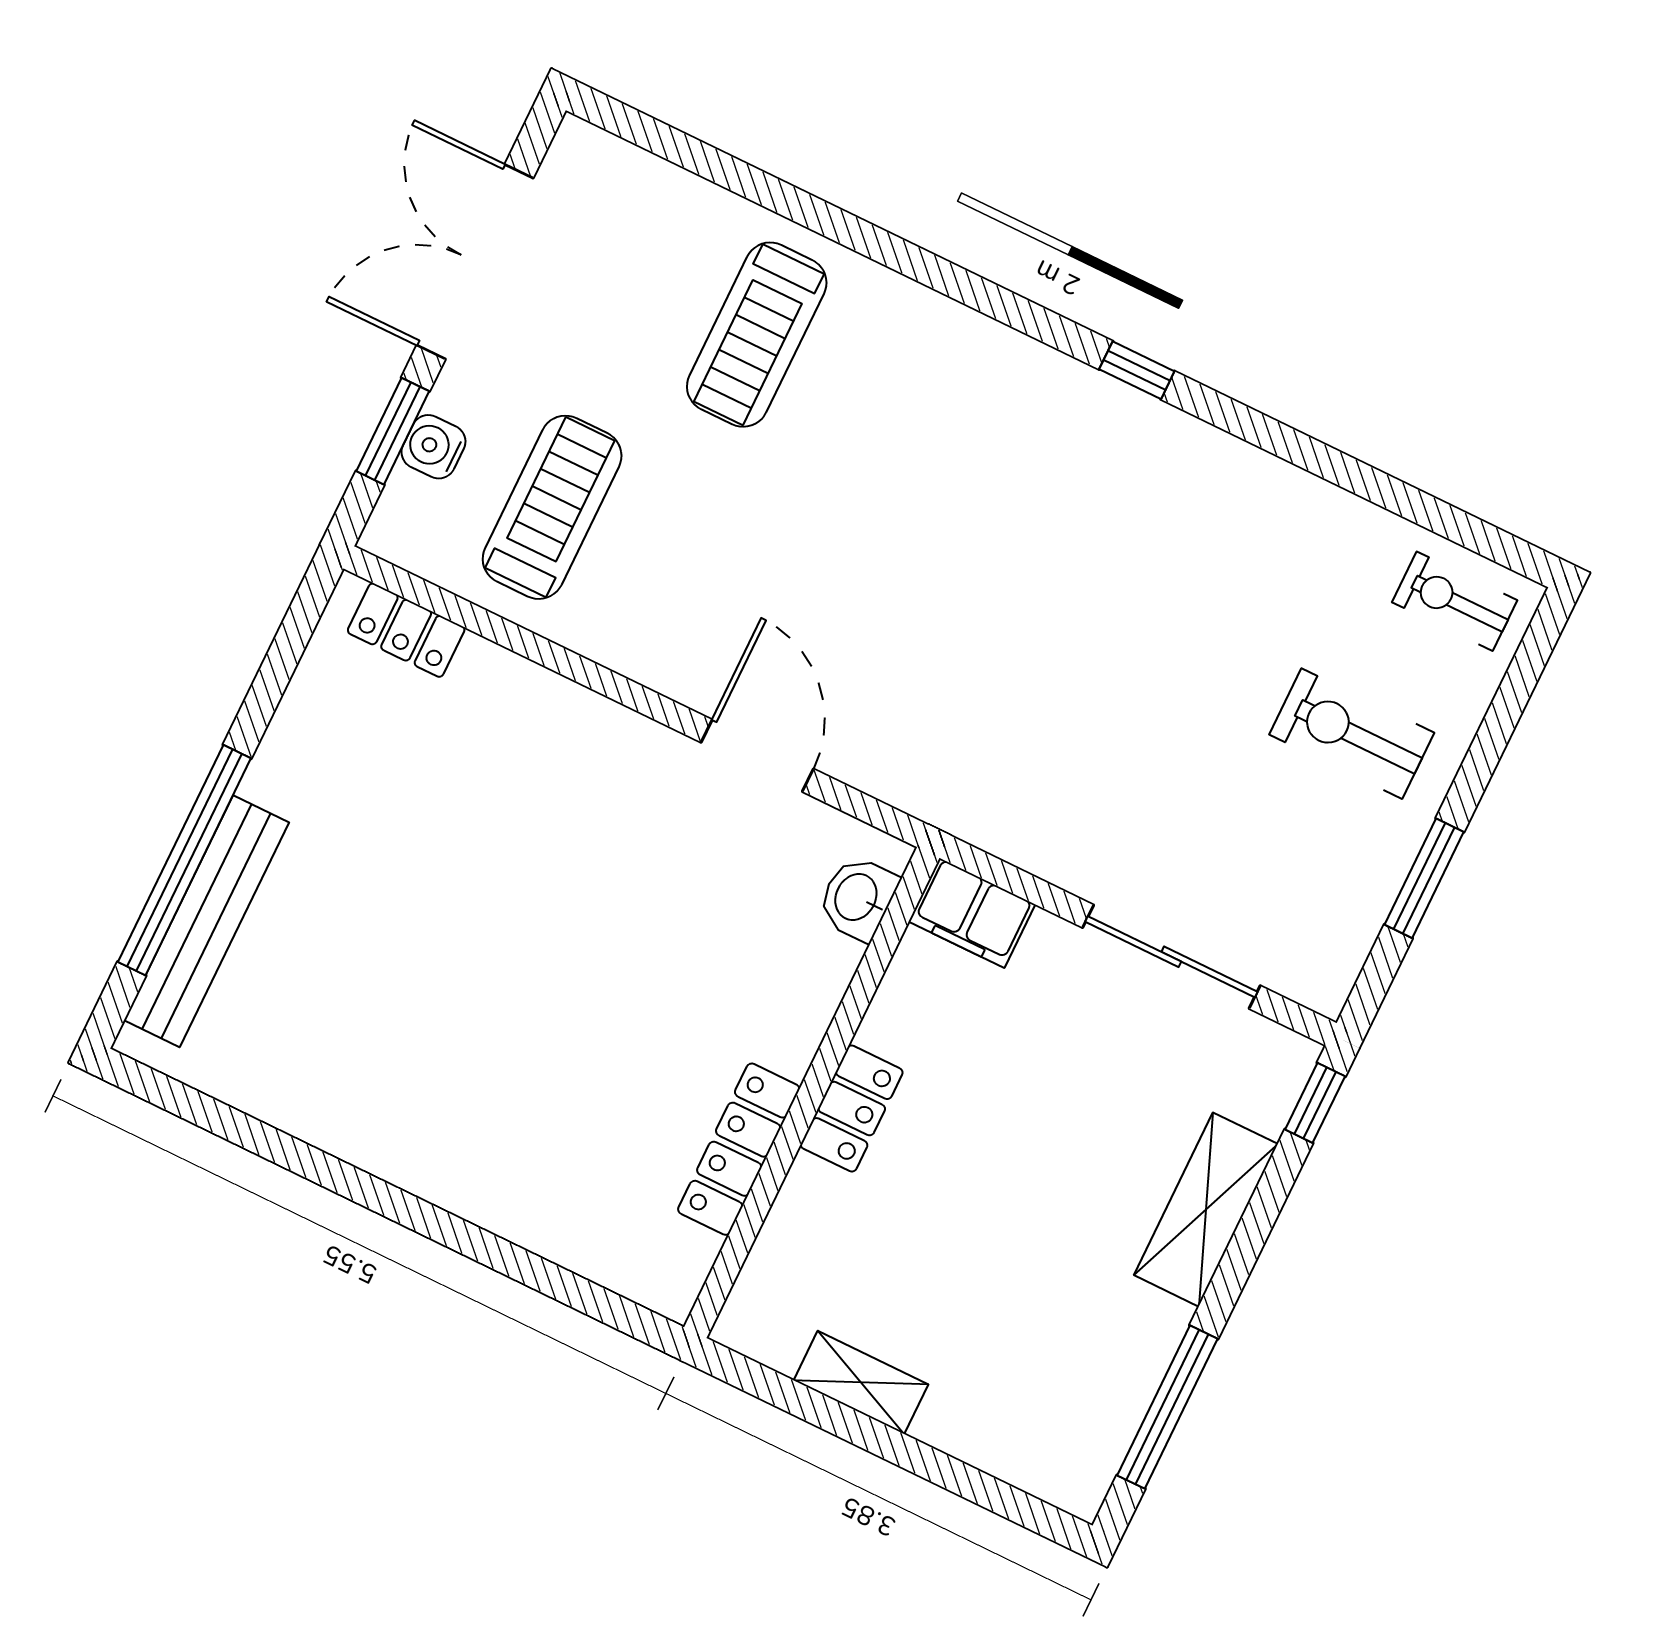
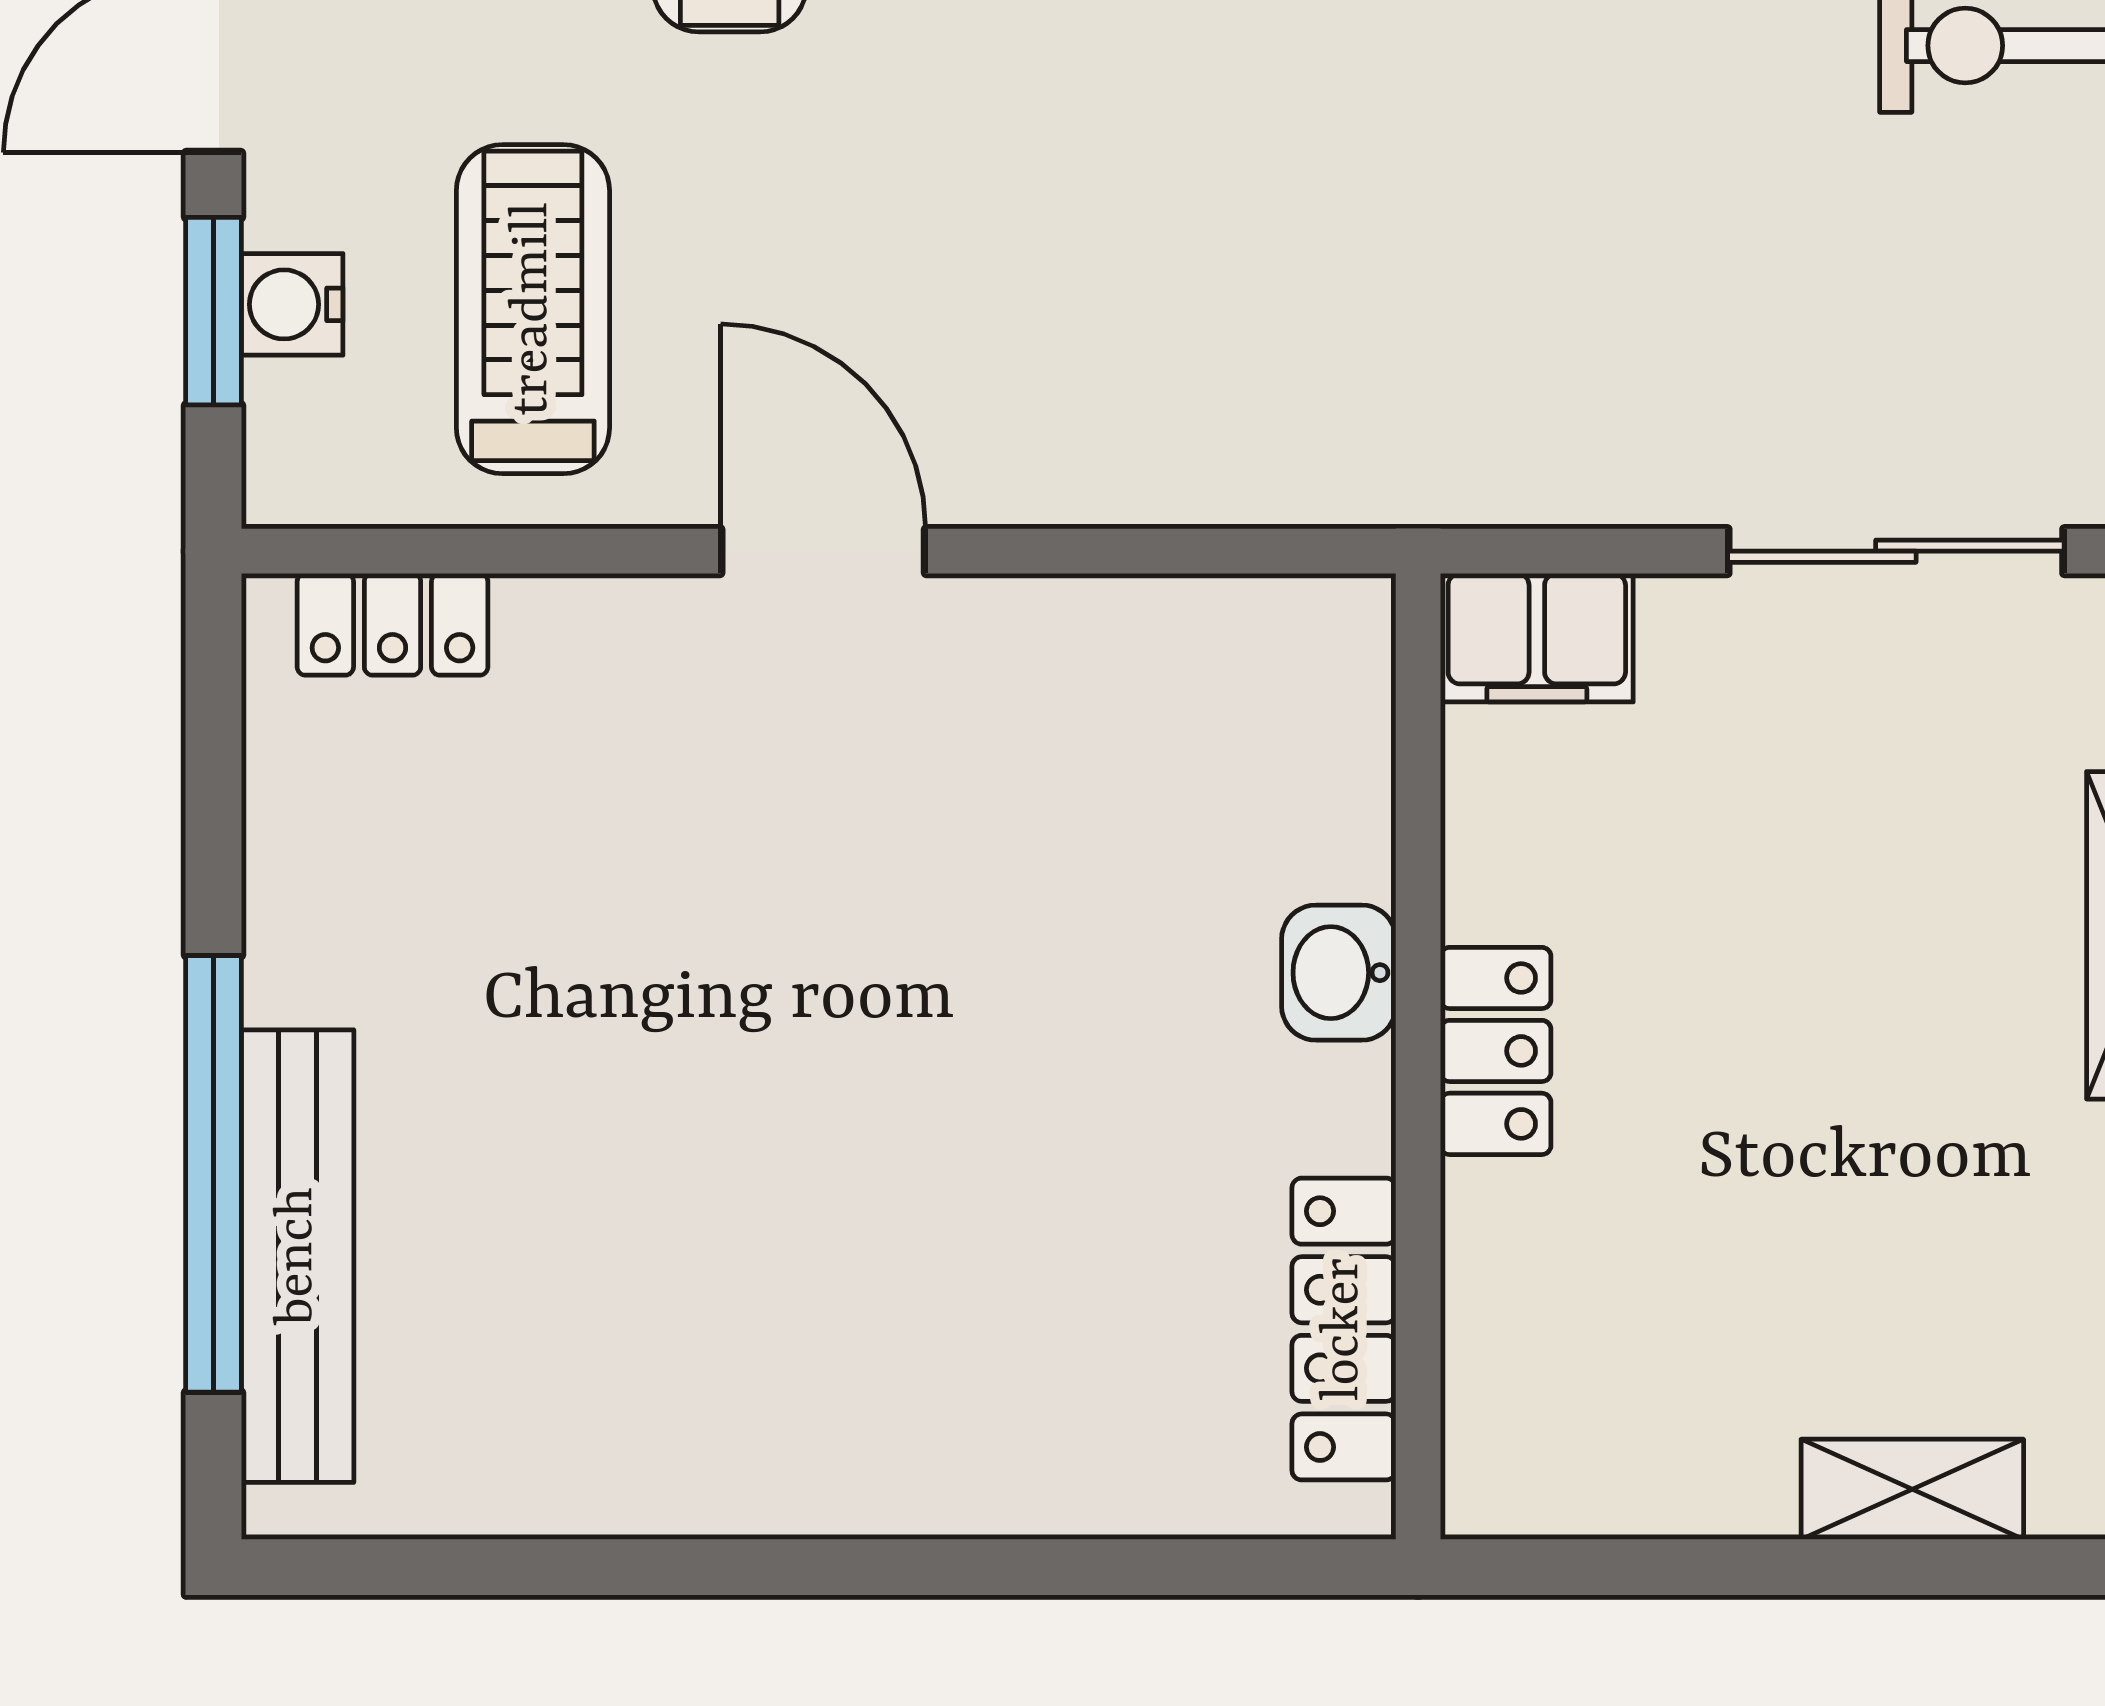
door: (757, 756) -> (823, 551), moved
washbasin: (858, 898) -> (1339, 973), moved
locker: (739, 1149) -> (1344, 1329), moved
shelving: (861, 1382) -> (1912, 1489), moved

